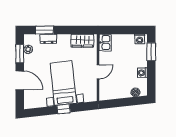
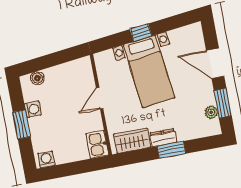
window: (45, 30) -> (171, 150), moved
dresser: (48, 39) -> (163, 138), moved
window: (151, 52) -> (22, 124), moved

